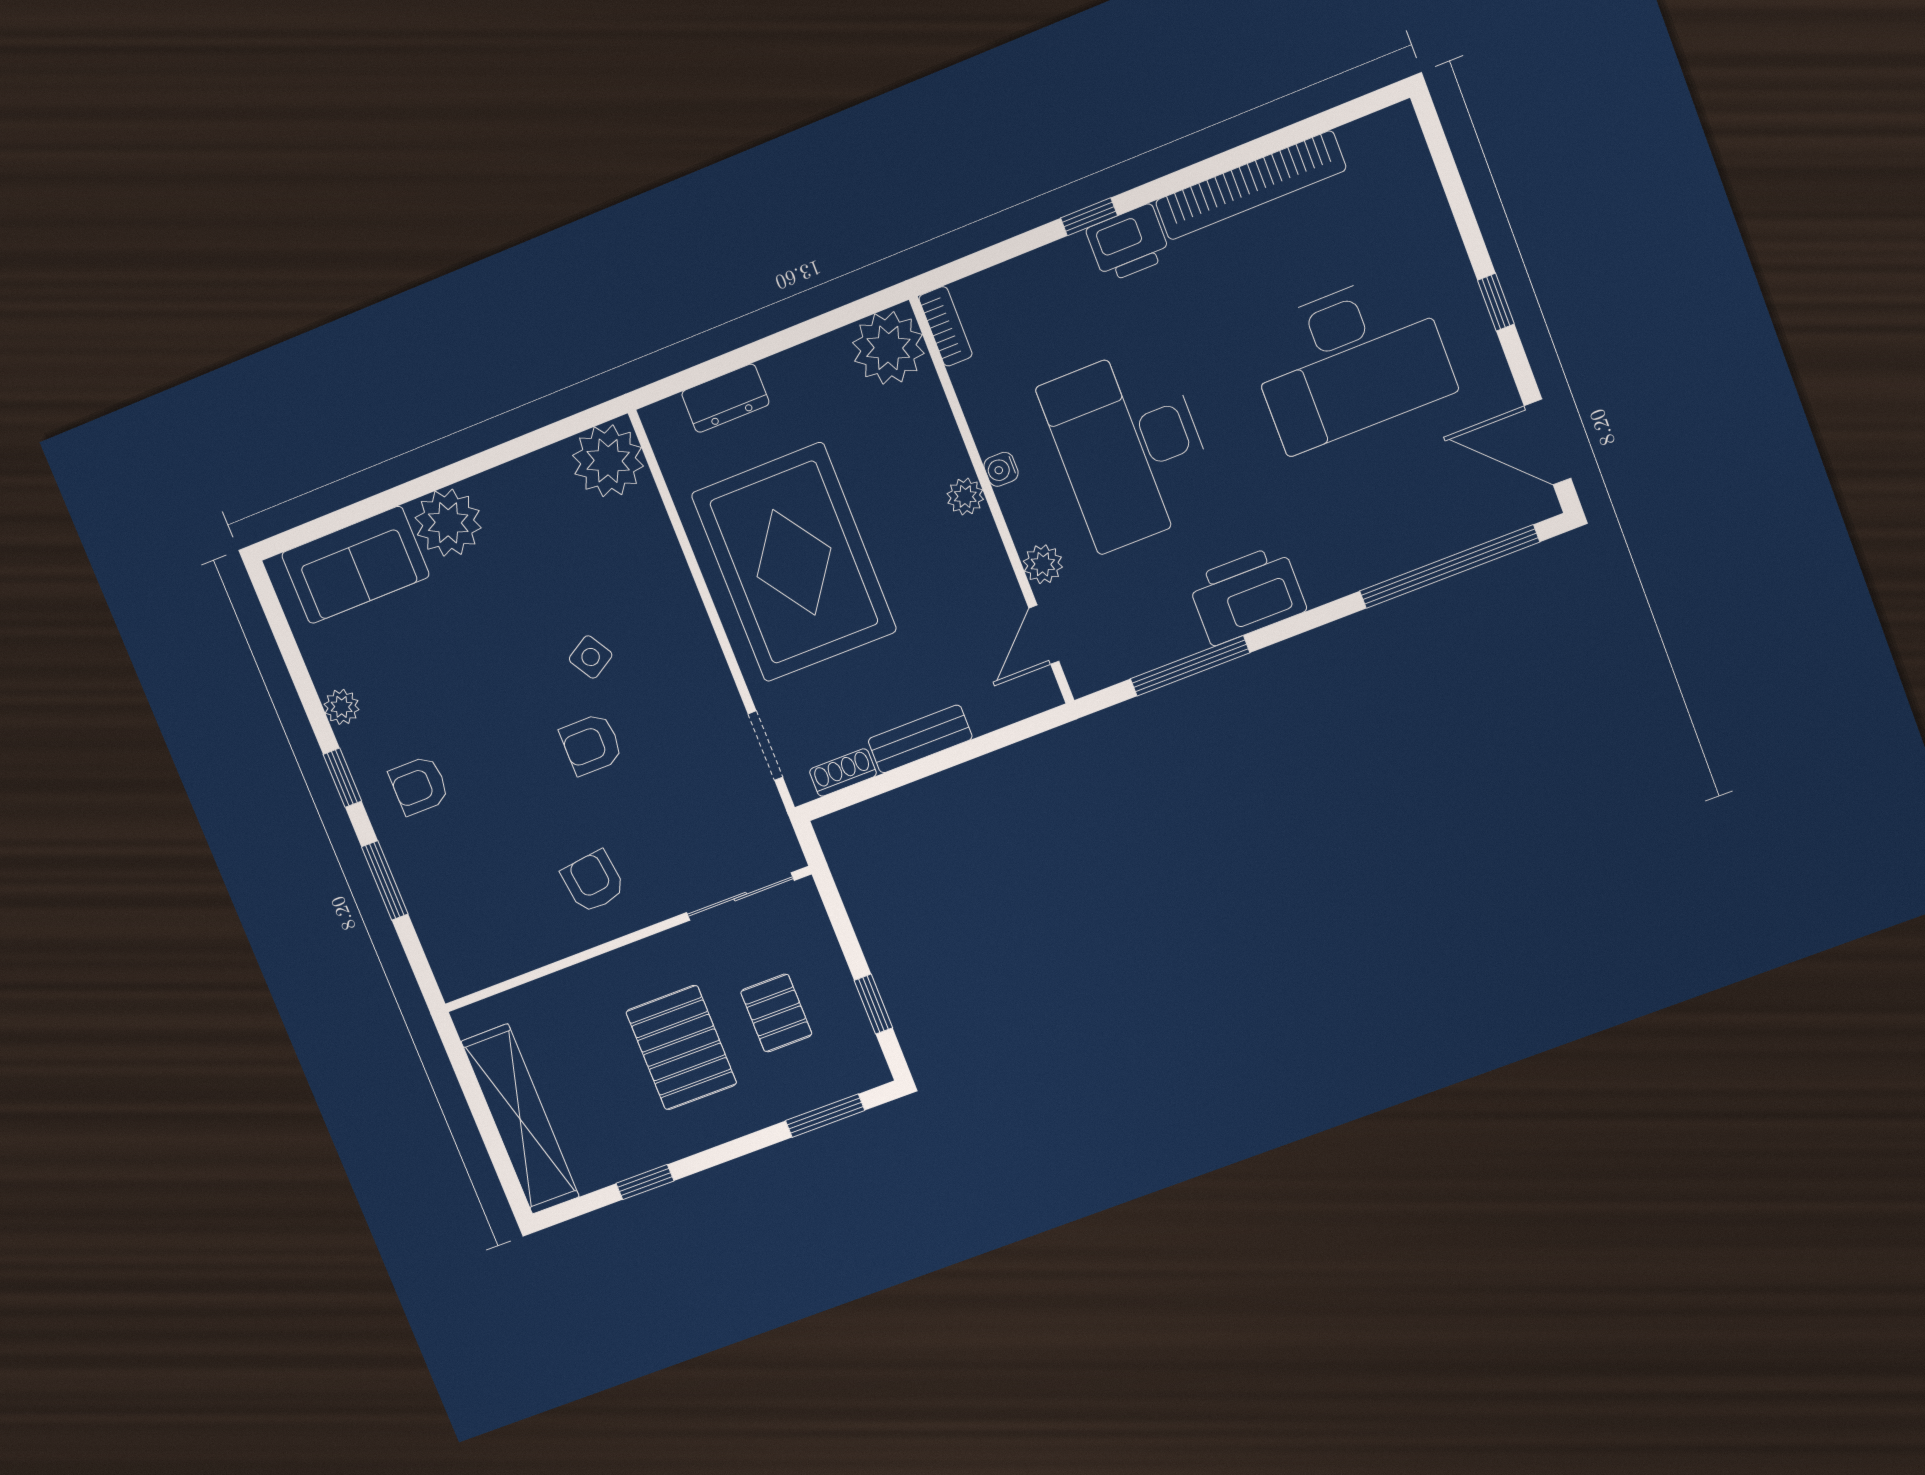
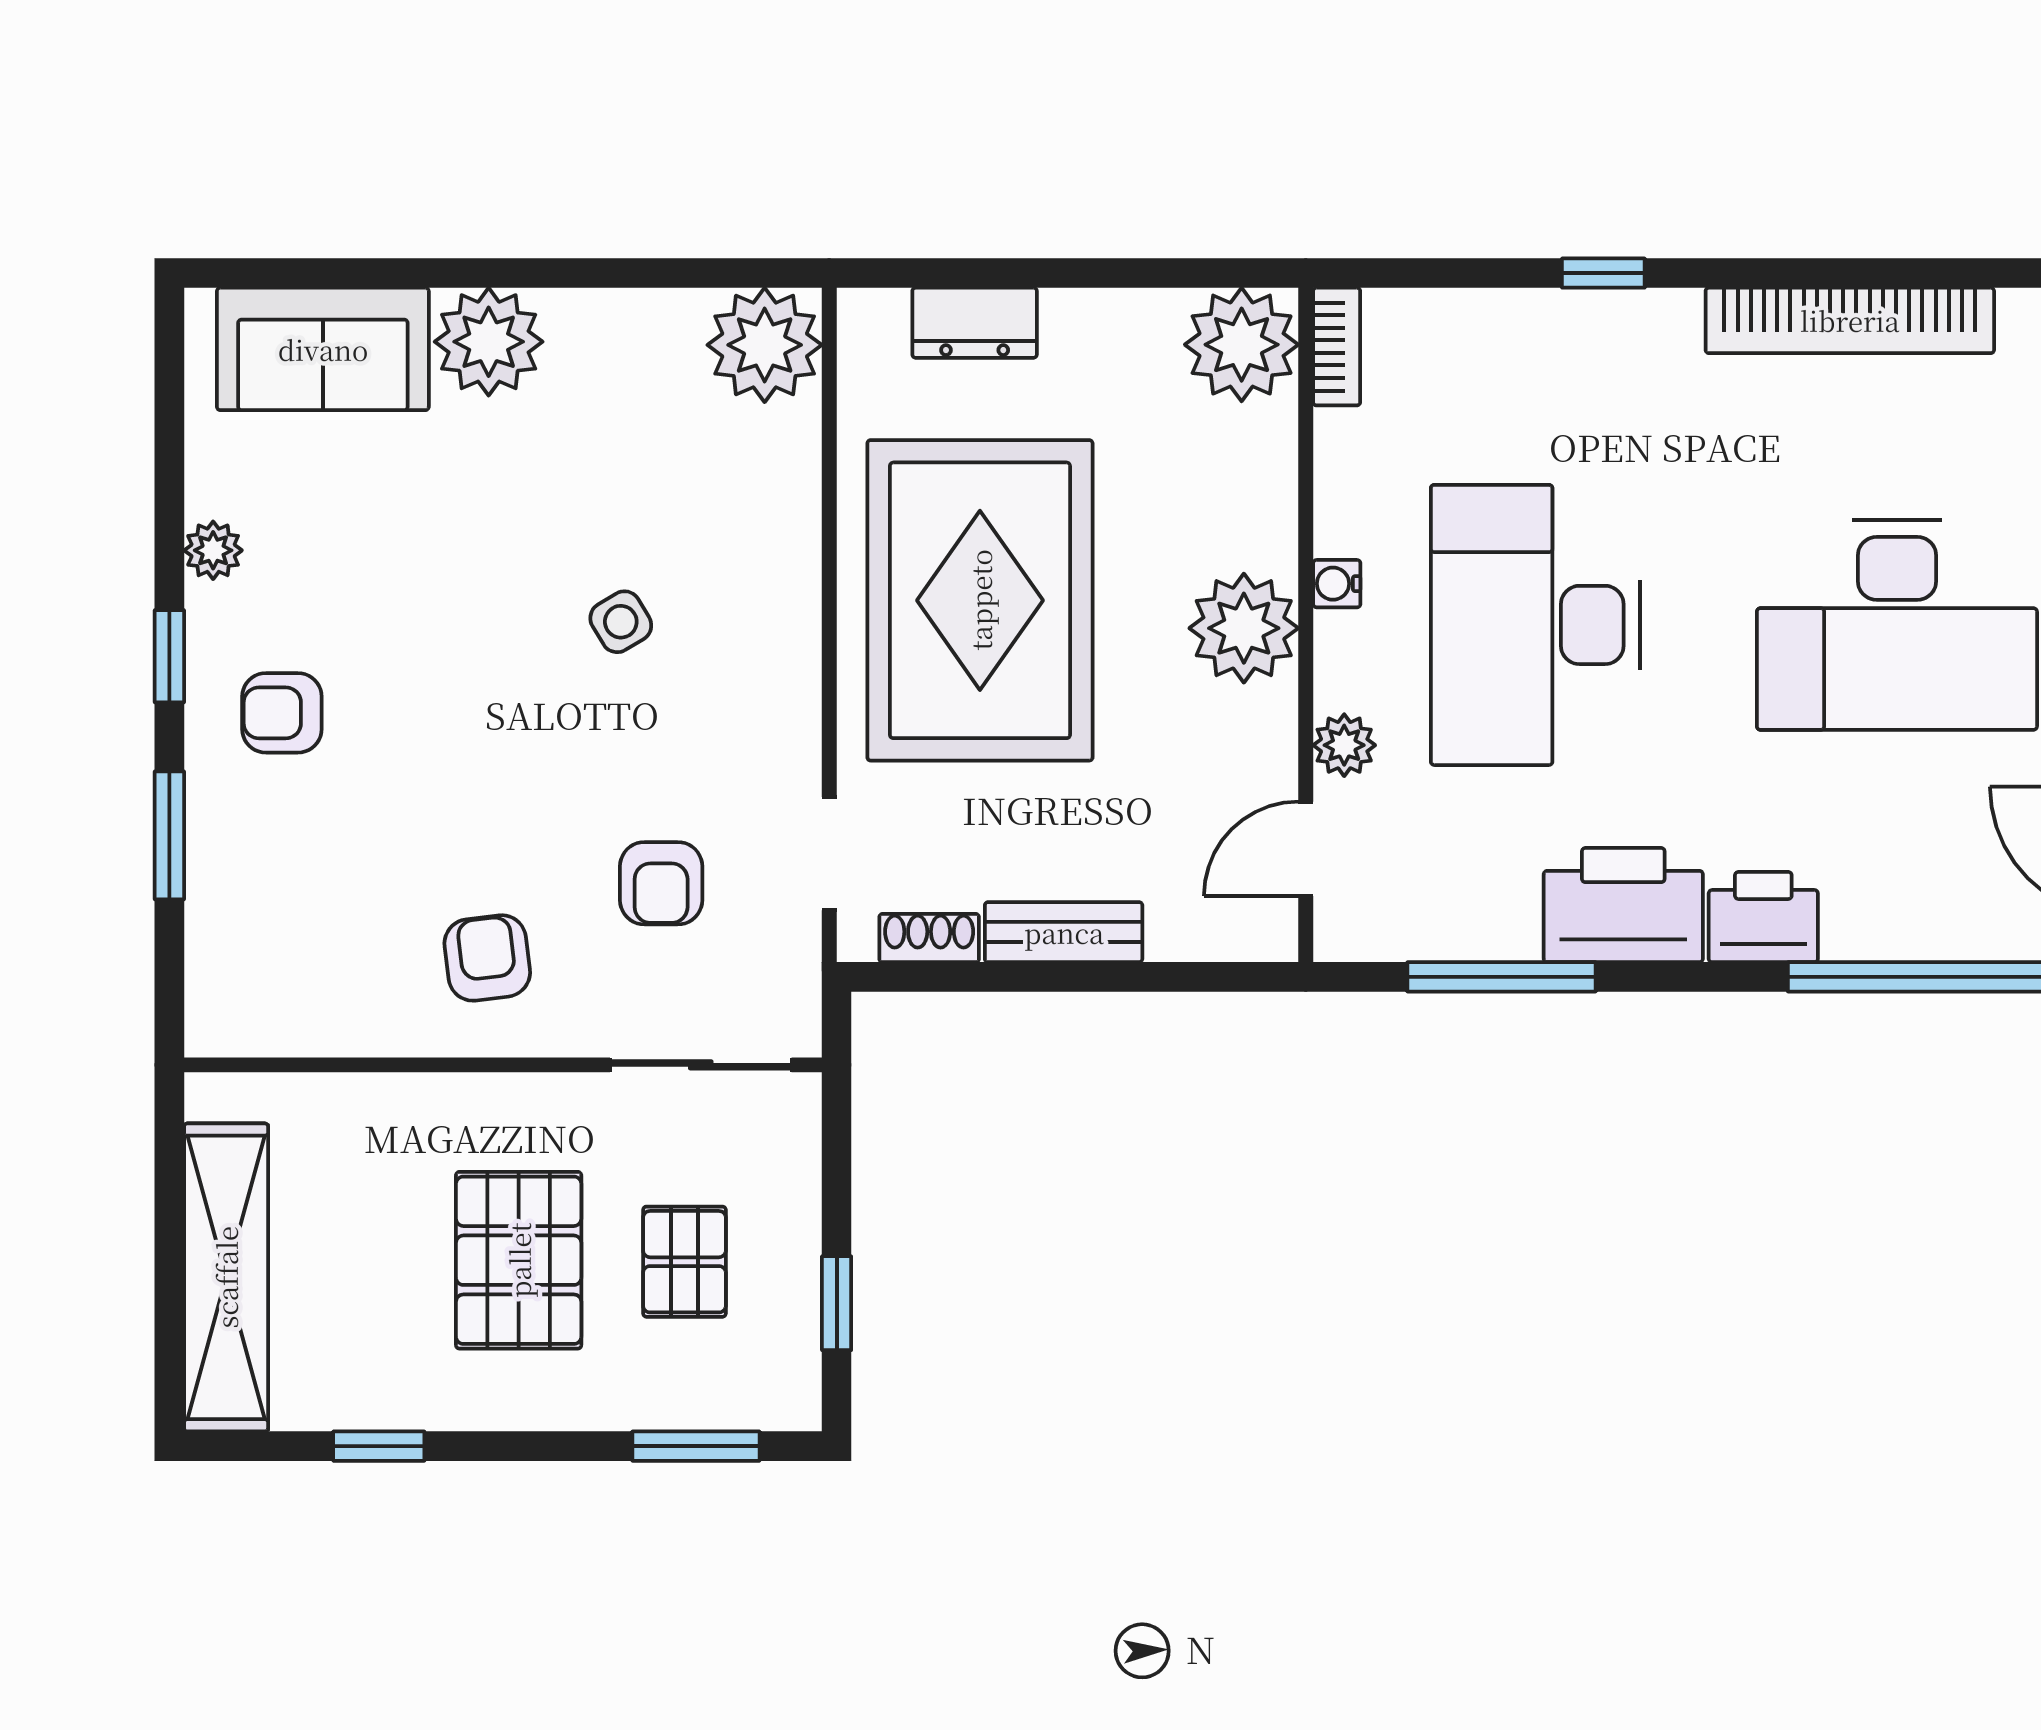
printer: (1128, 243) -> (1763, 917), moved, turned 180
plant: (965, 497) -> (1244, 628), width x1.87, depth x1.87
armchair: (591, 744) -> (661, 883), moved, turned -90

